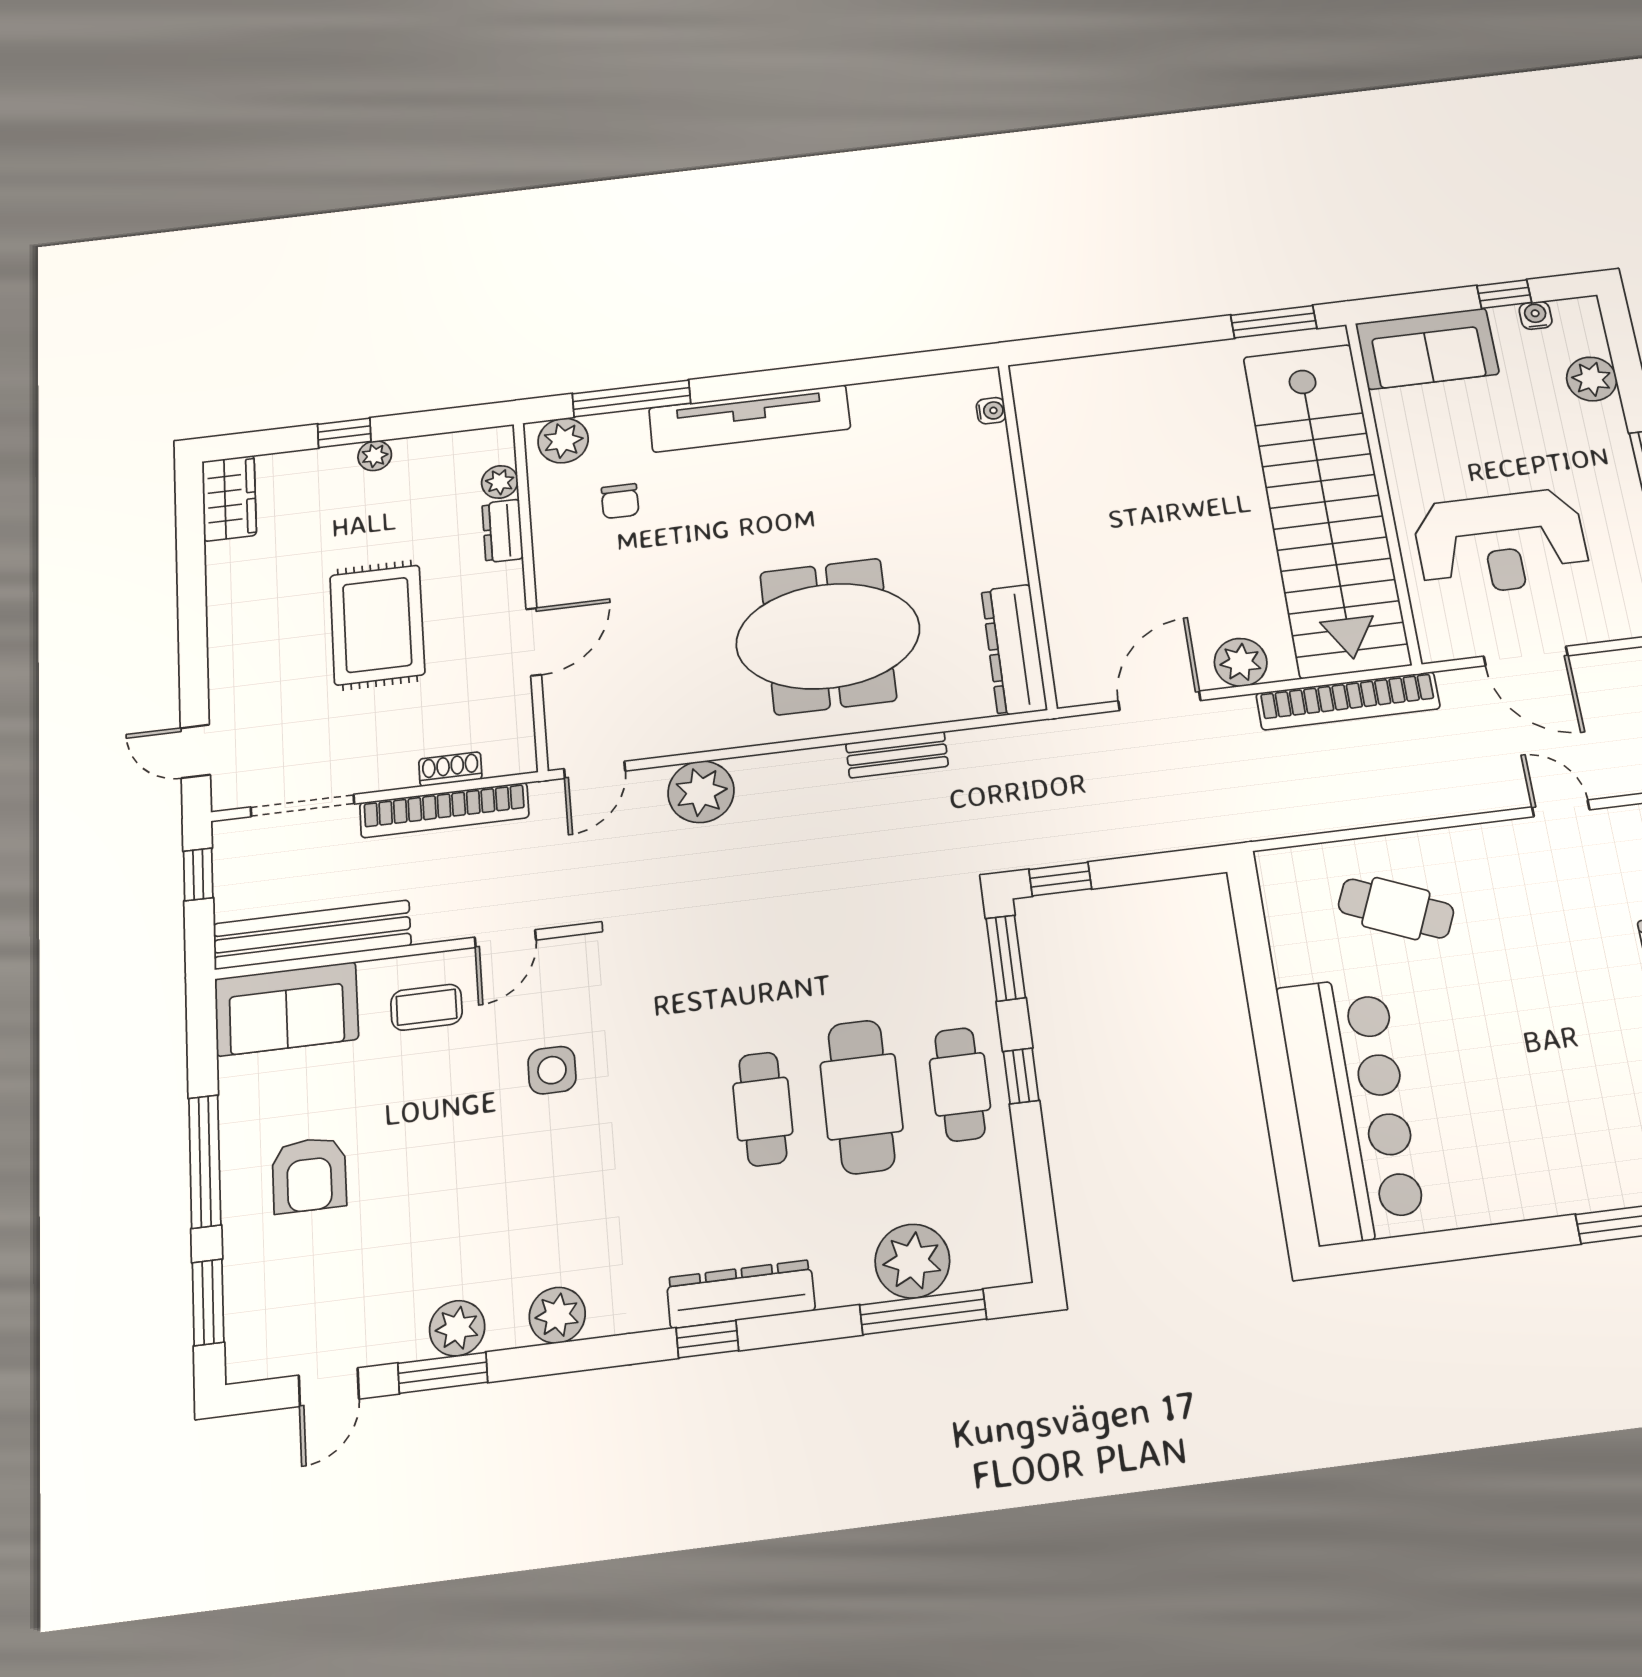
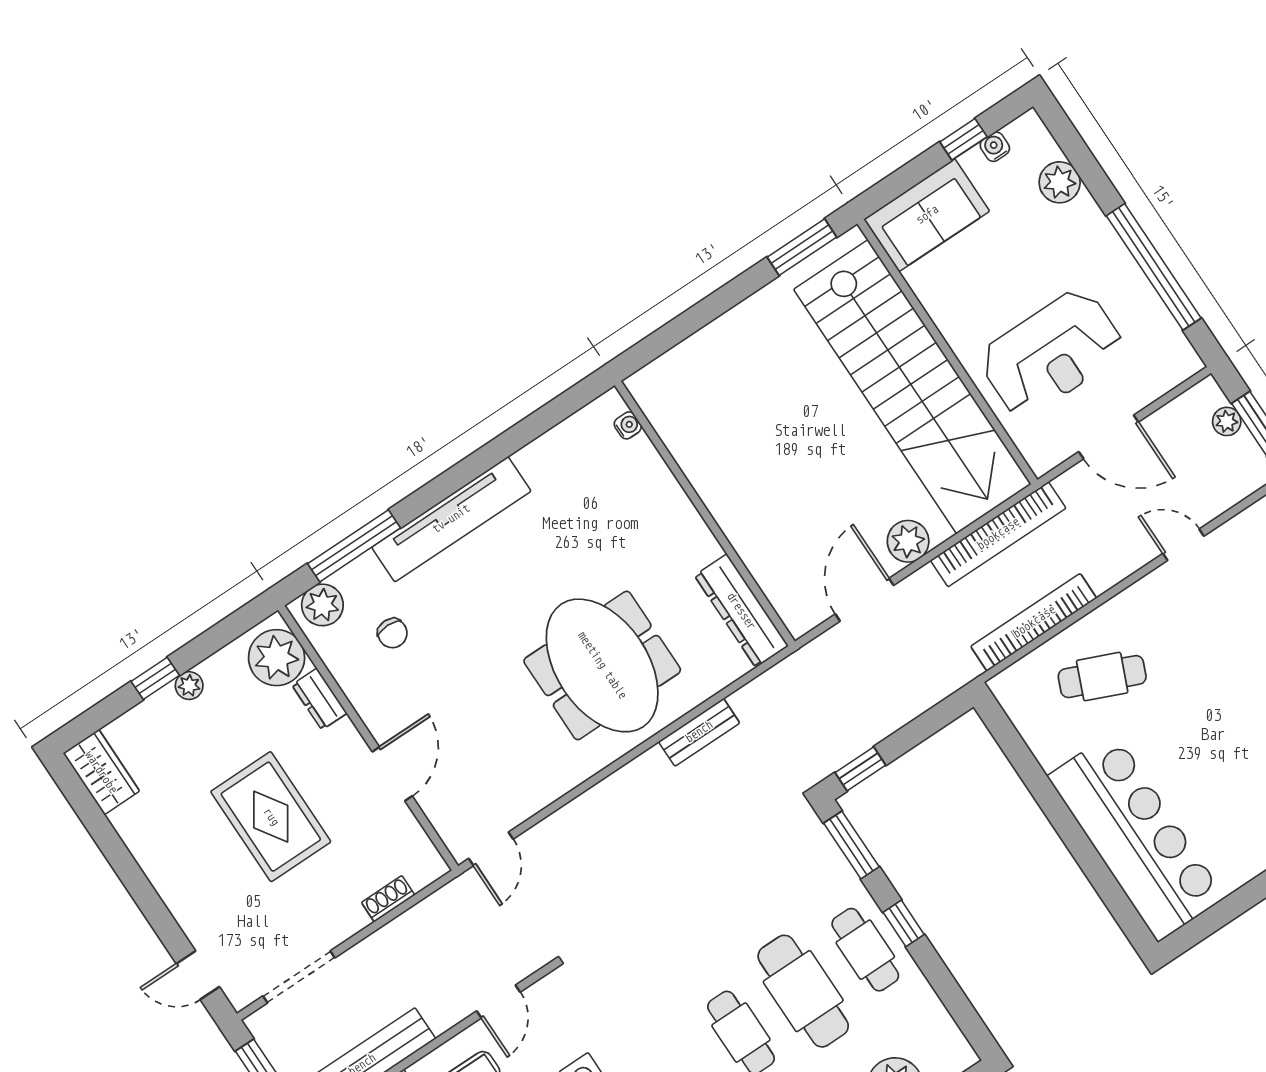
plant: (500, 482) -> (277, 658), width x1.88, depth x1.88
meeting table: (828, 636) -> (602, 665), turned 90
plant: (701, 792) -> (575, 828), removed
bookcase: (444, 810) -> (1034, 622), moved, turned 180

